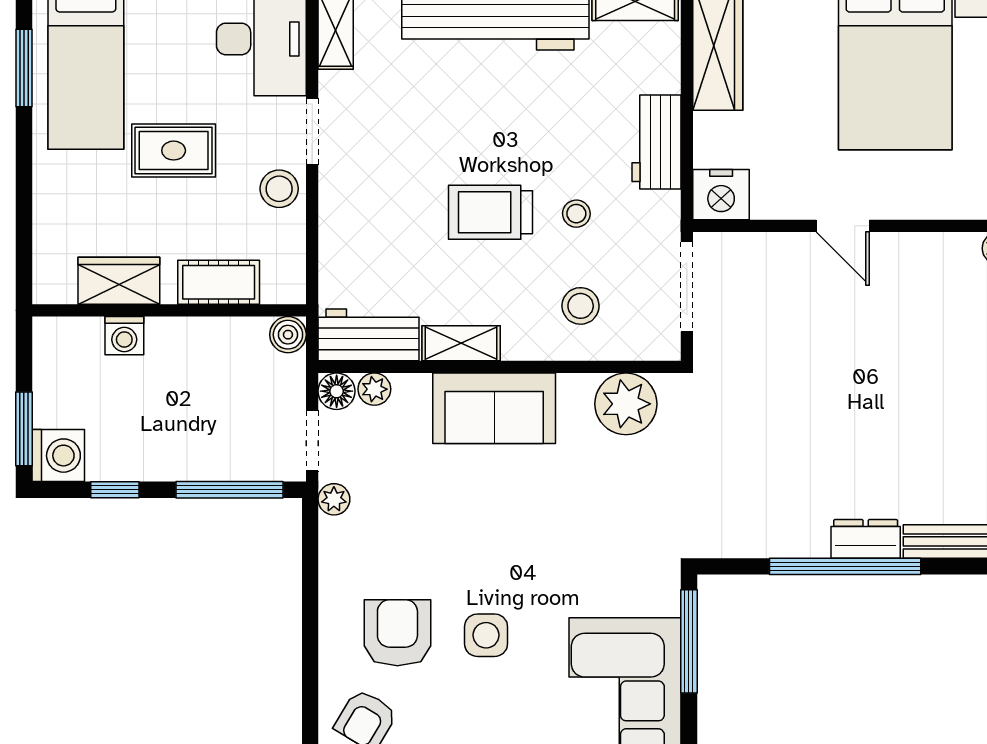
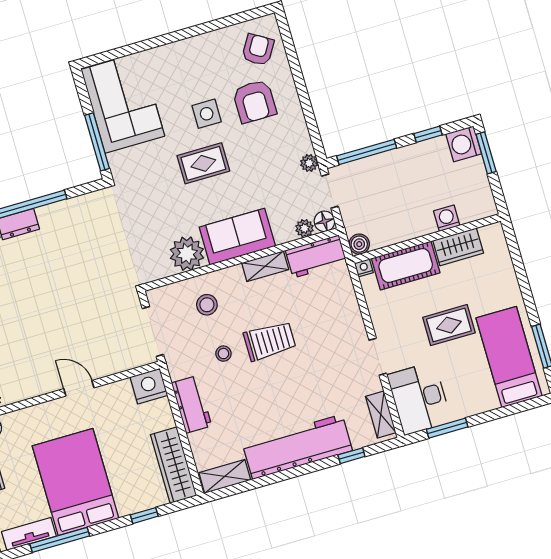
stool: (279, 189) -> (386, 321), removed
cot: (219, 282) -> (406, 266), width x1.37, depth x1.34
nightstand: (291, 291) -> (364, 268), added
plant: (626, 404) -> (187, 254), moved
rug: (516, 551) -> (203, 163), added

